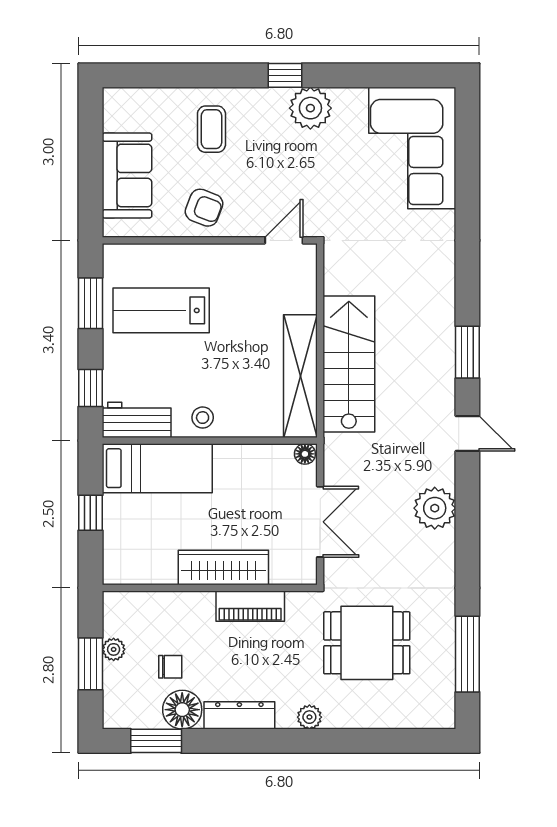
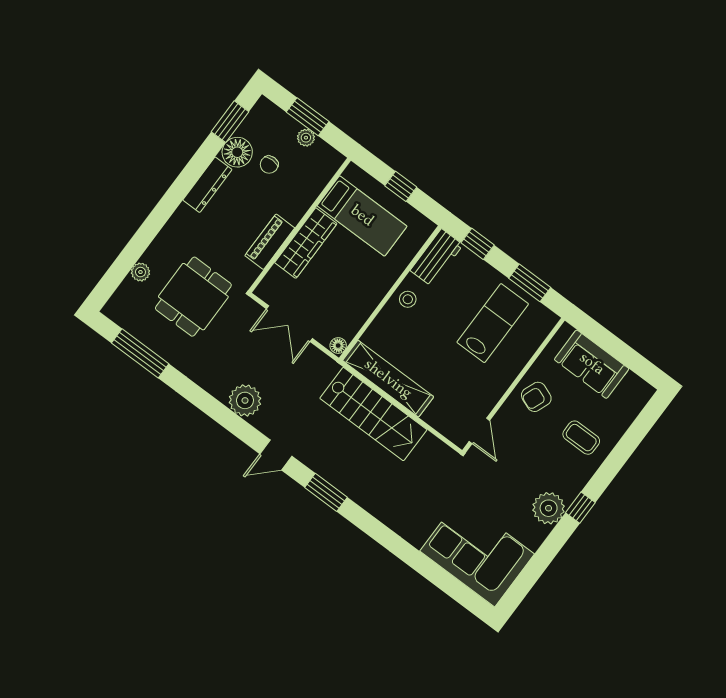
bed: (157, 468) -> (362, 216), moved, turned -90
plant: (309, 717) -> (140, 272), moved

